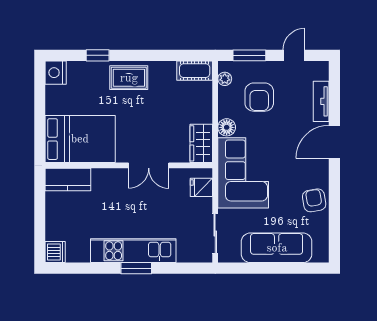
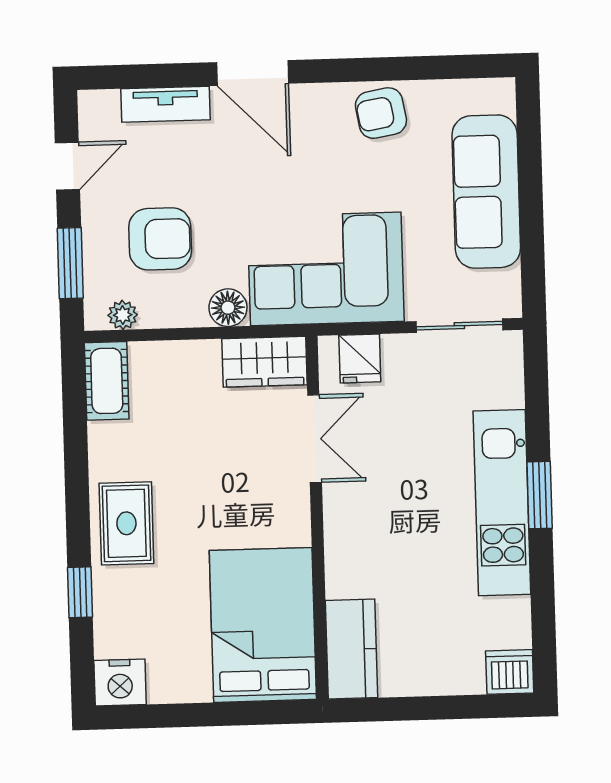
door: (294, 55) -> (67, 166), swing flipped
double door: (149, 165) -> (315, 439), moved

